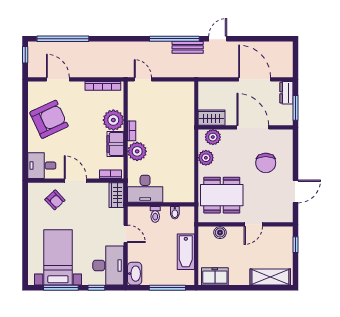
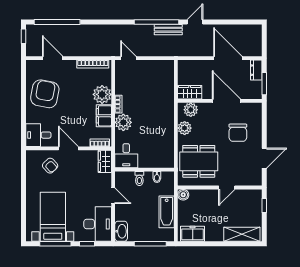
armchair: (49, 119) -> (45, 94), turned -54
desk: (145, 189) -> (126, 156), width x0.73
boiler: (220, 233) -> (183, 195), moved

